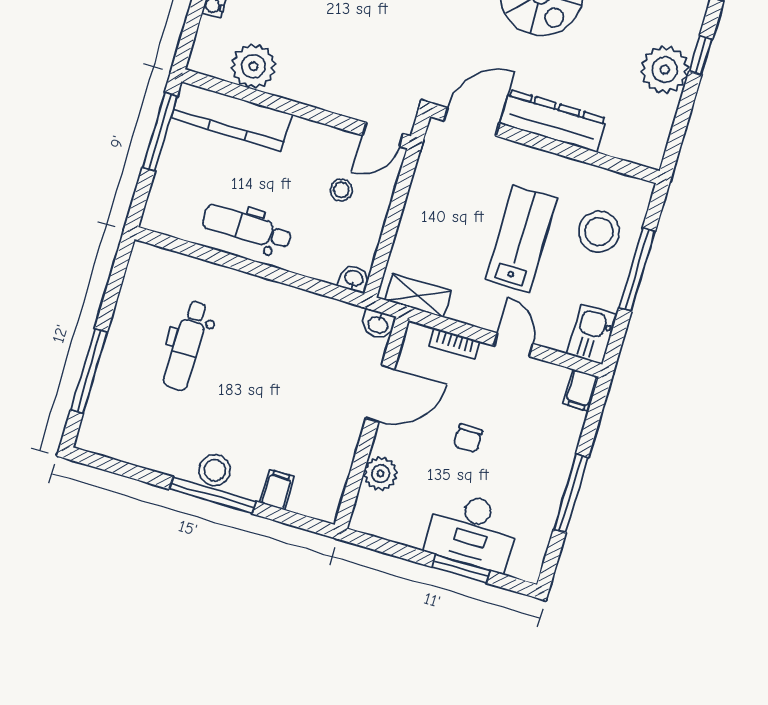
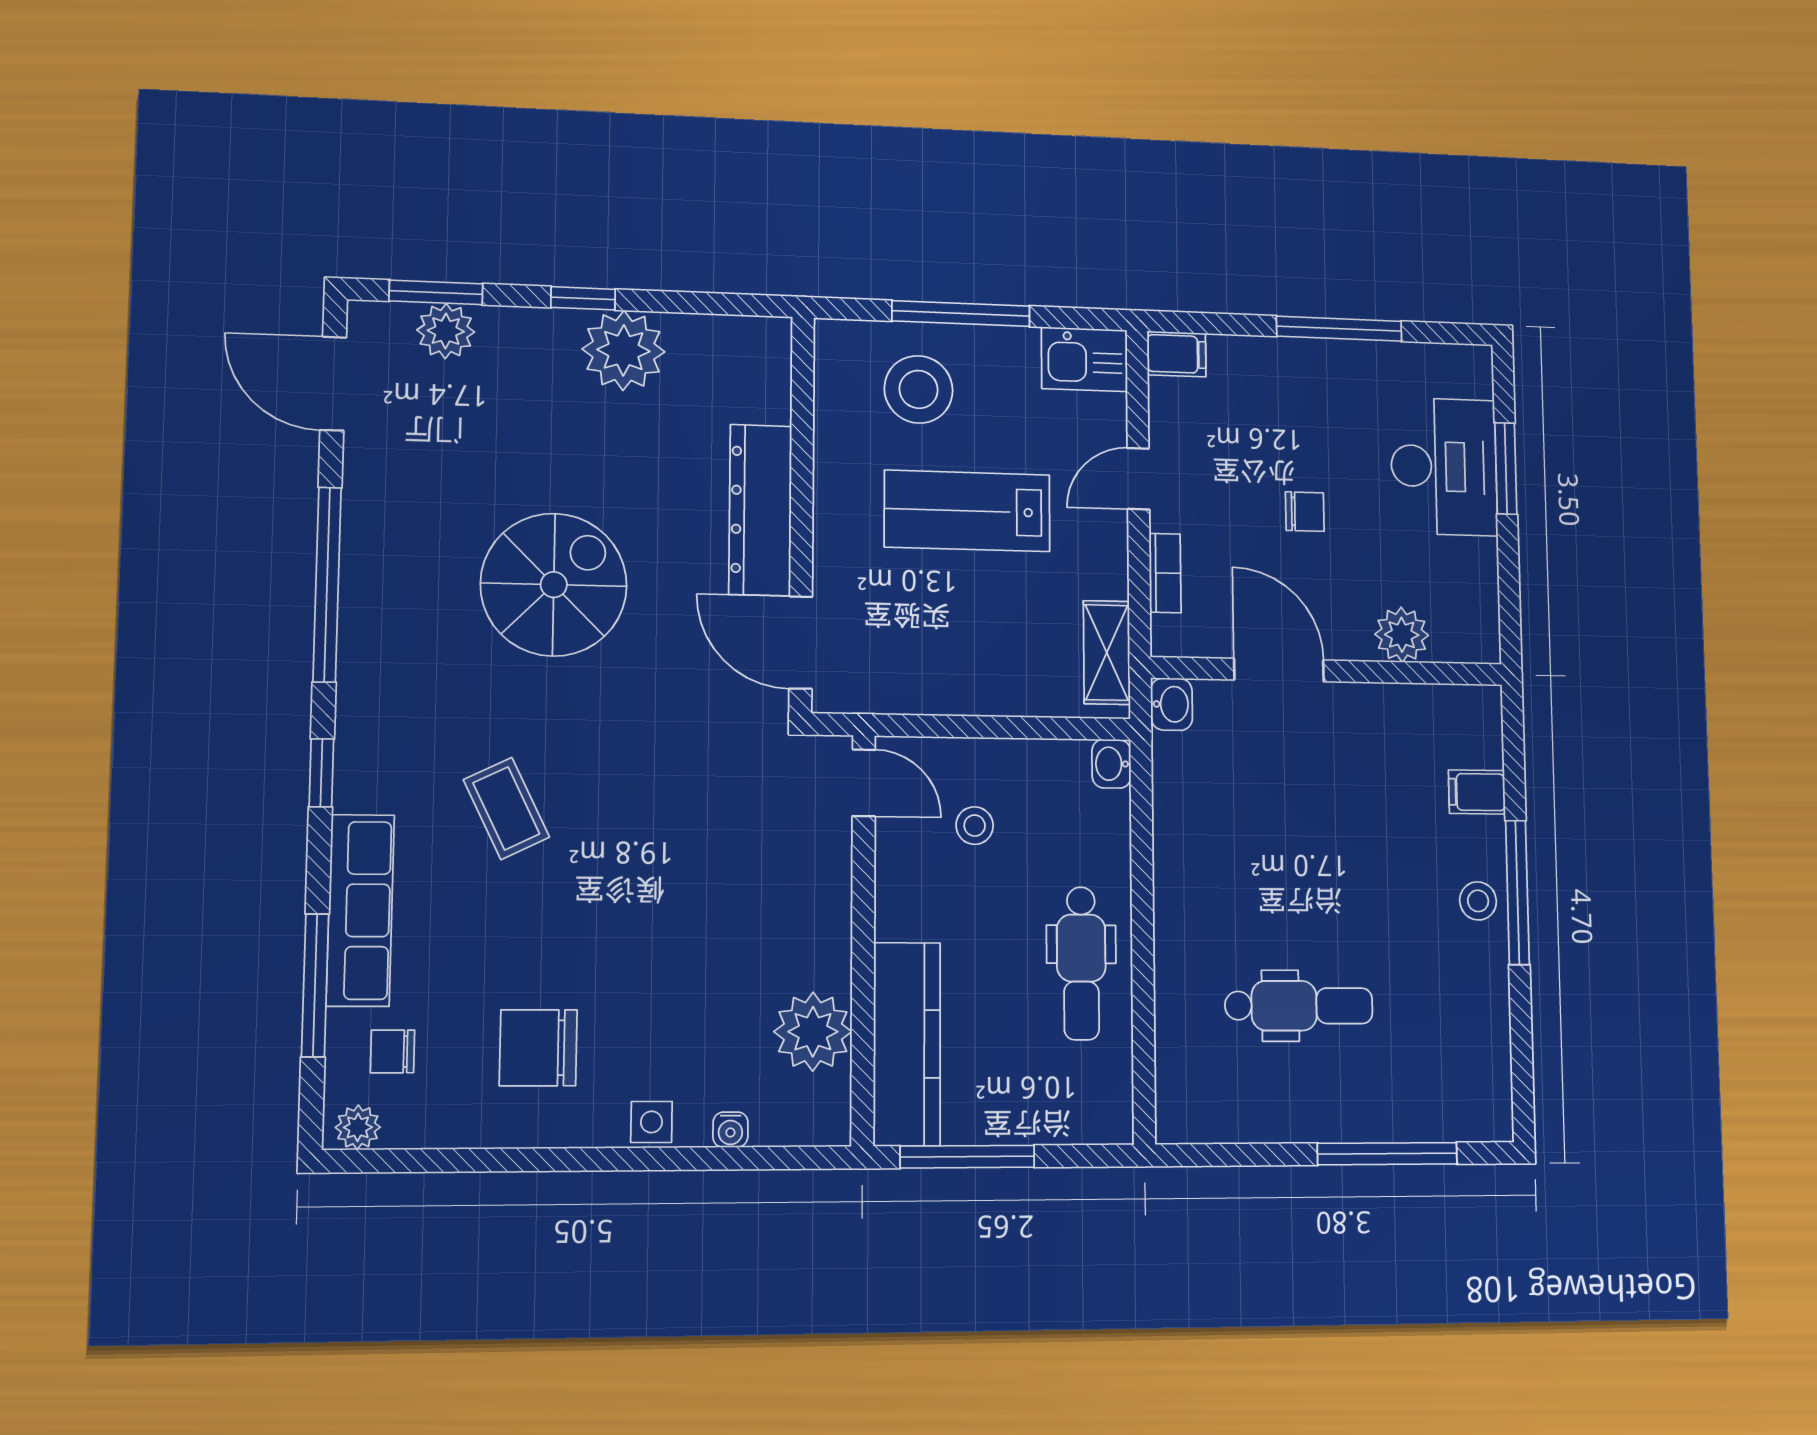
stool: (215, 470) -> (1478, 901), width x0.73, depth x0.73

